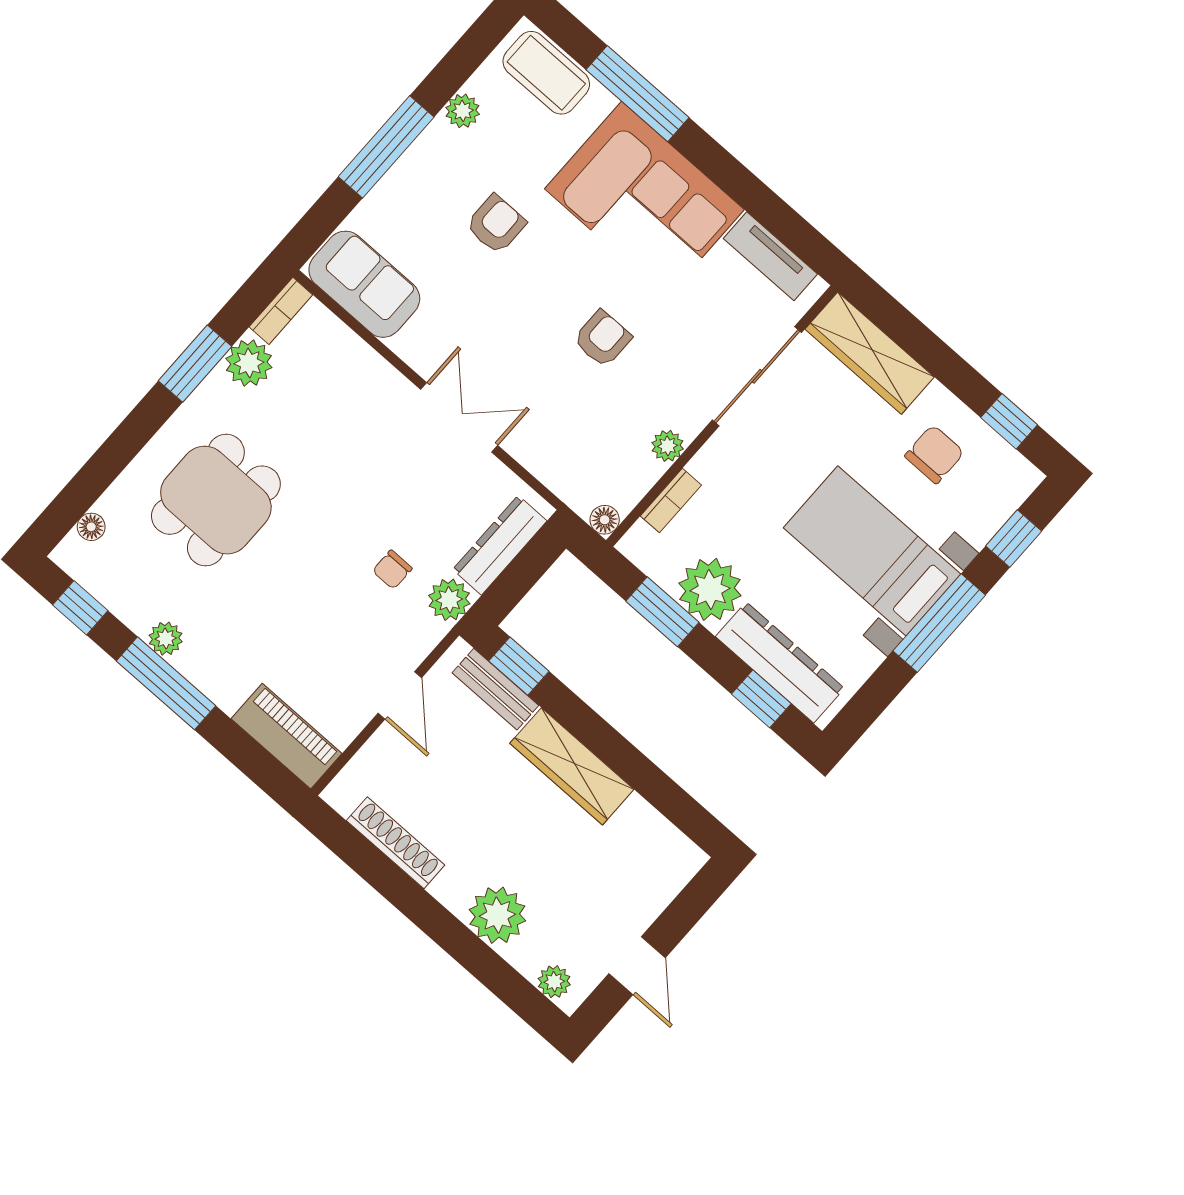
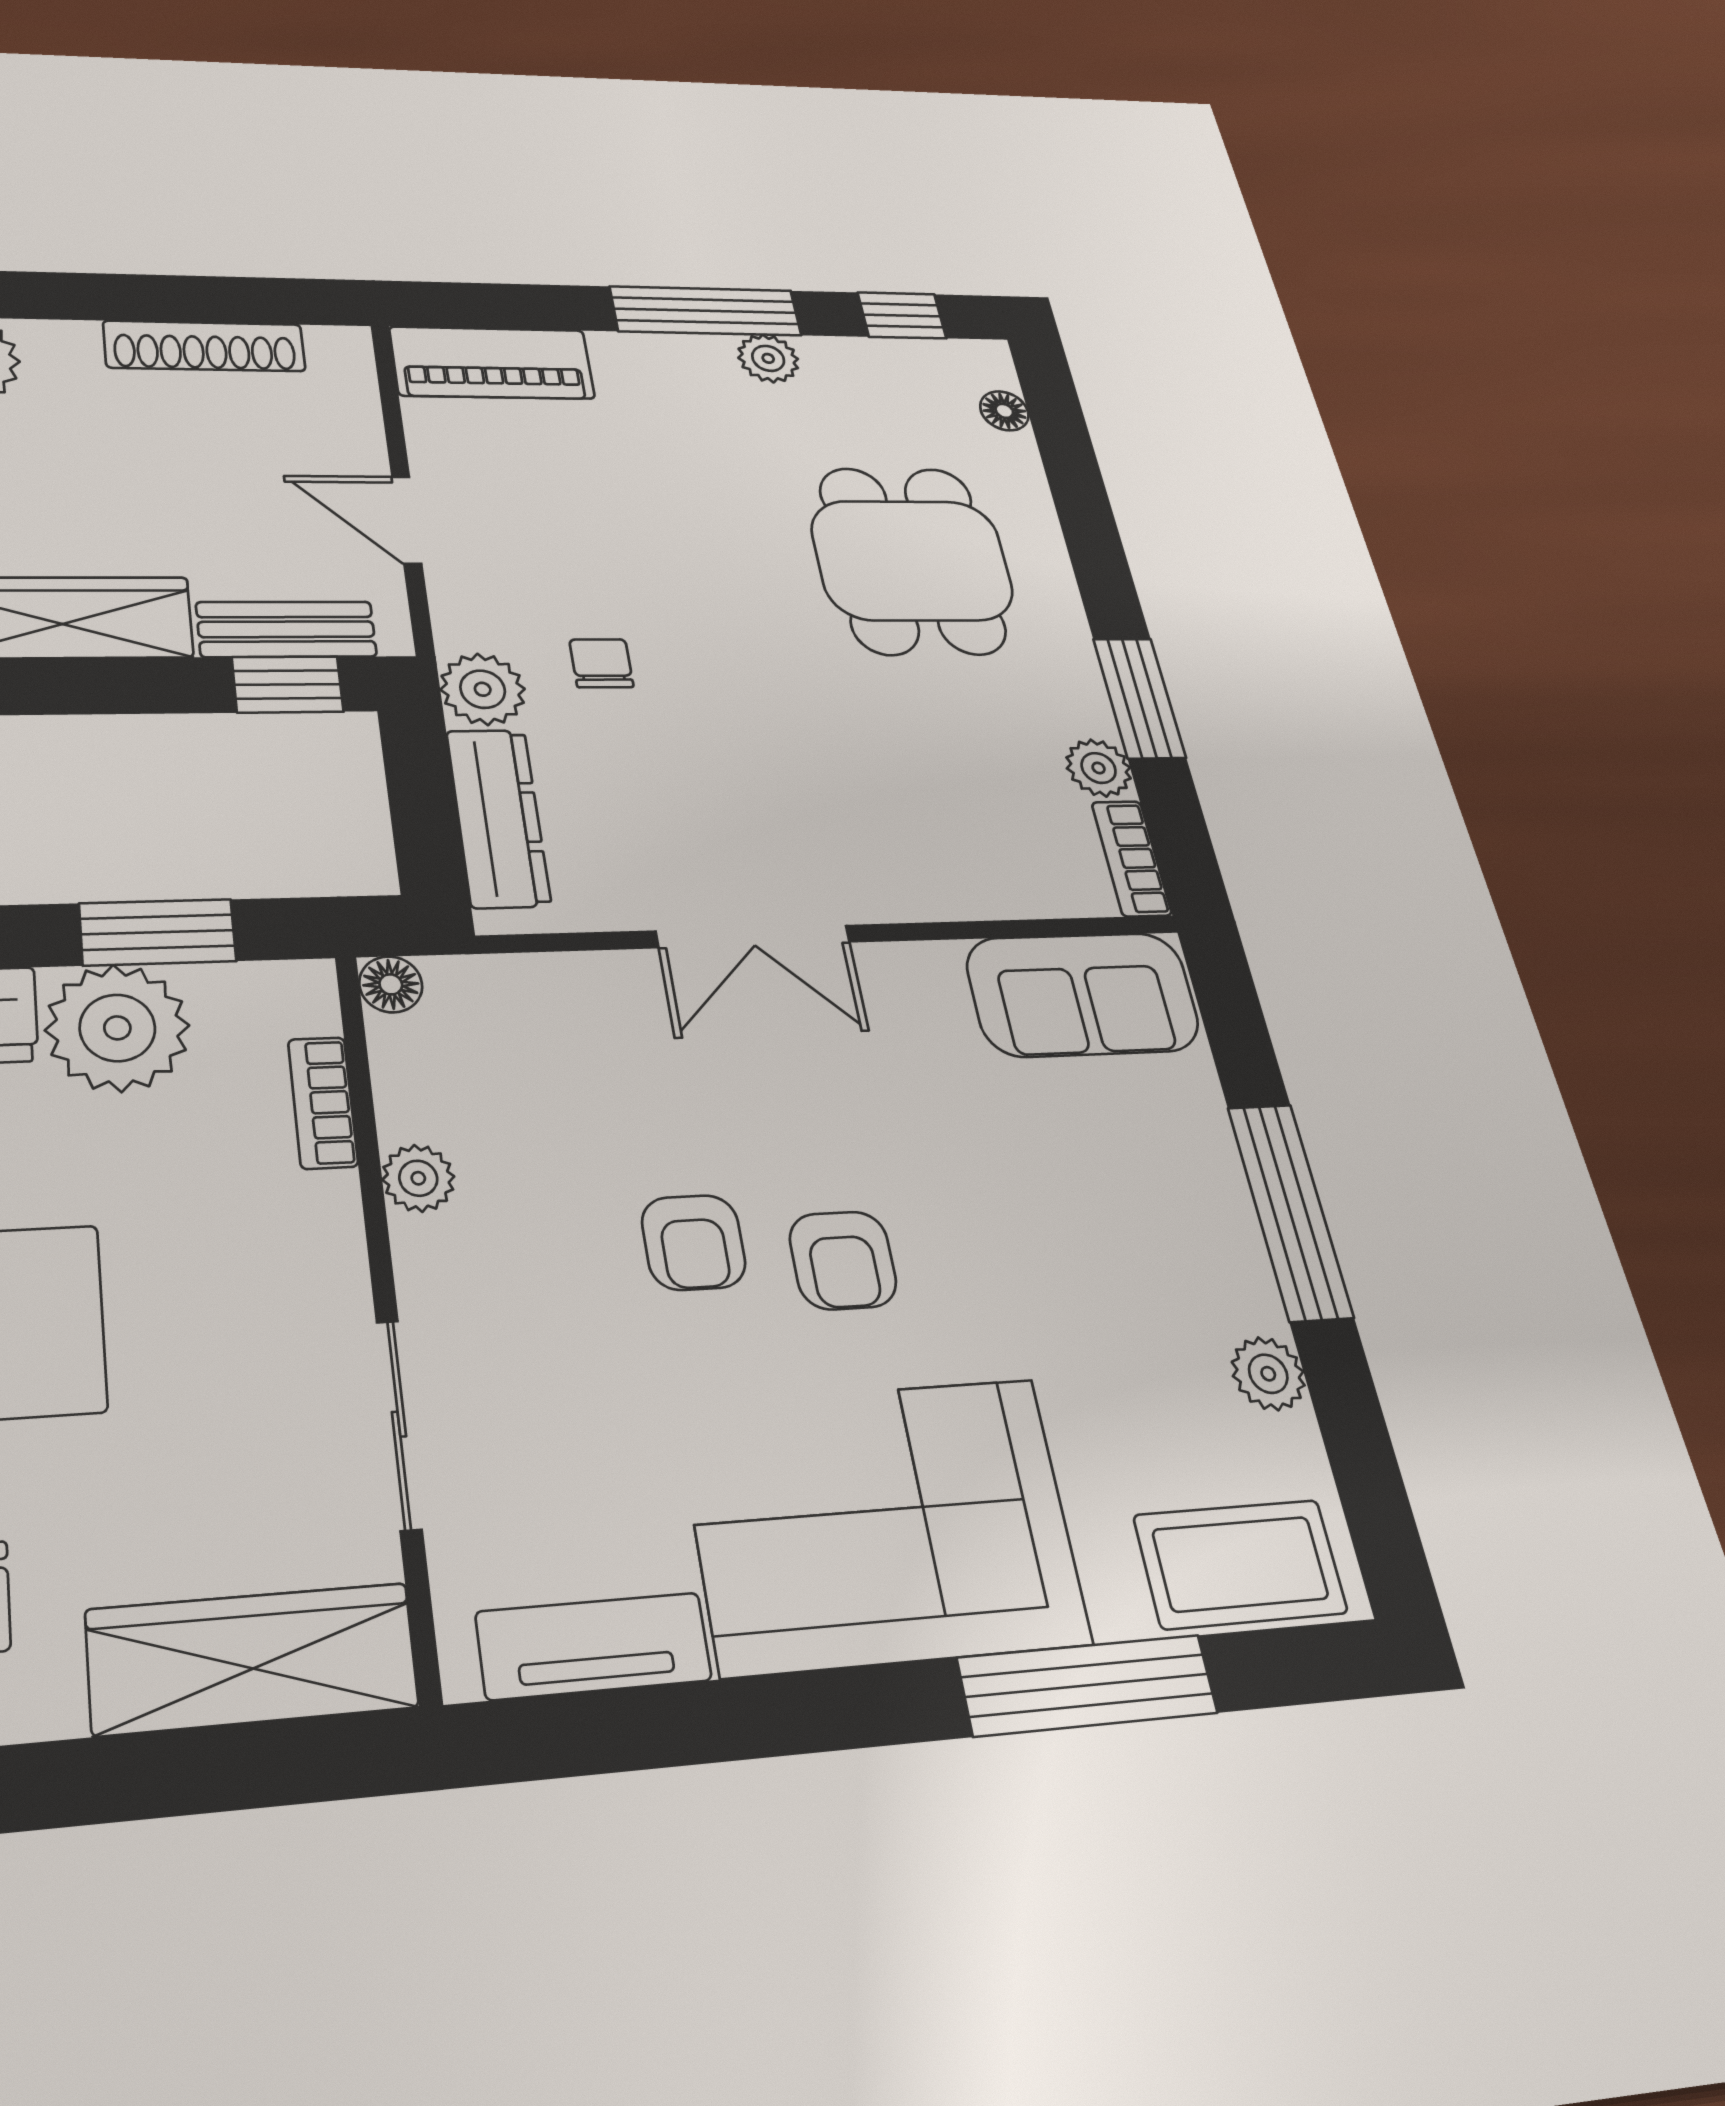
armchair: (496, 224) -> (843, 1260), moved
plant: (249, 363) -> (1099, 768), width x0.73, depth x0.73
sliding door: (757, 376) -> (399, 1424), width x0.73

